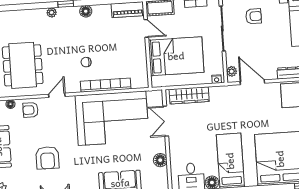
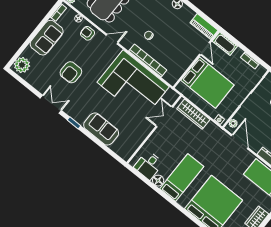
floor lamp: (160, 160) -> (139, 138), removed

